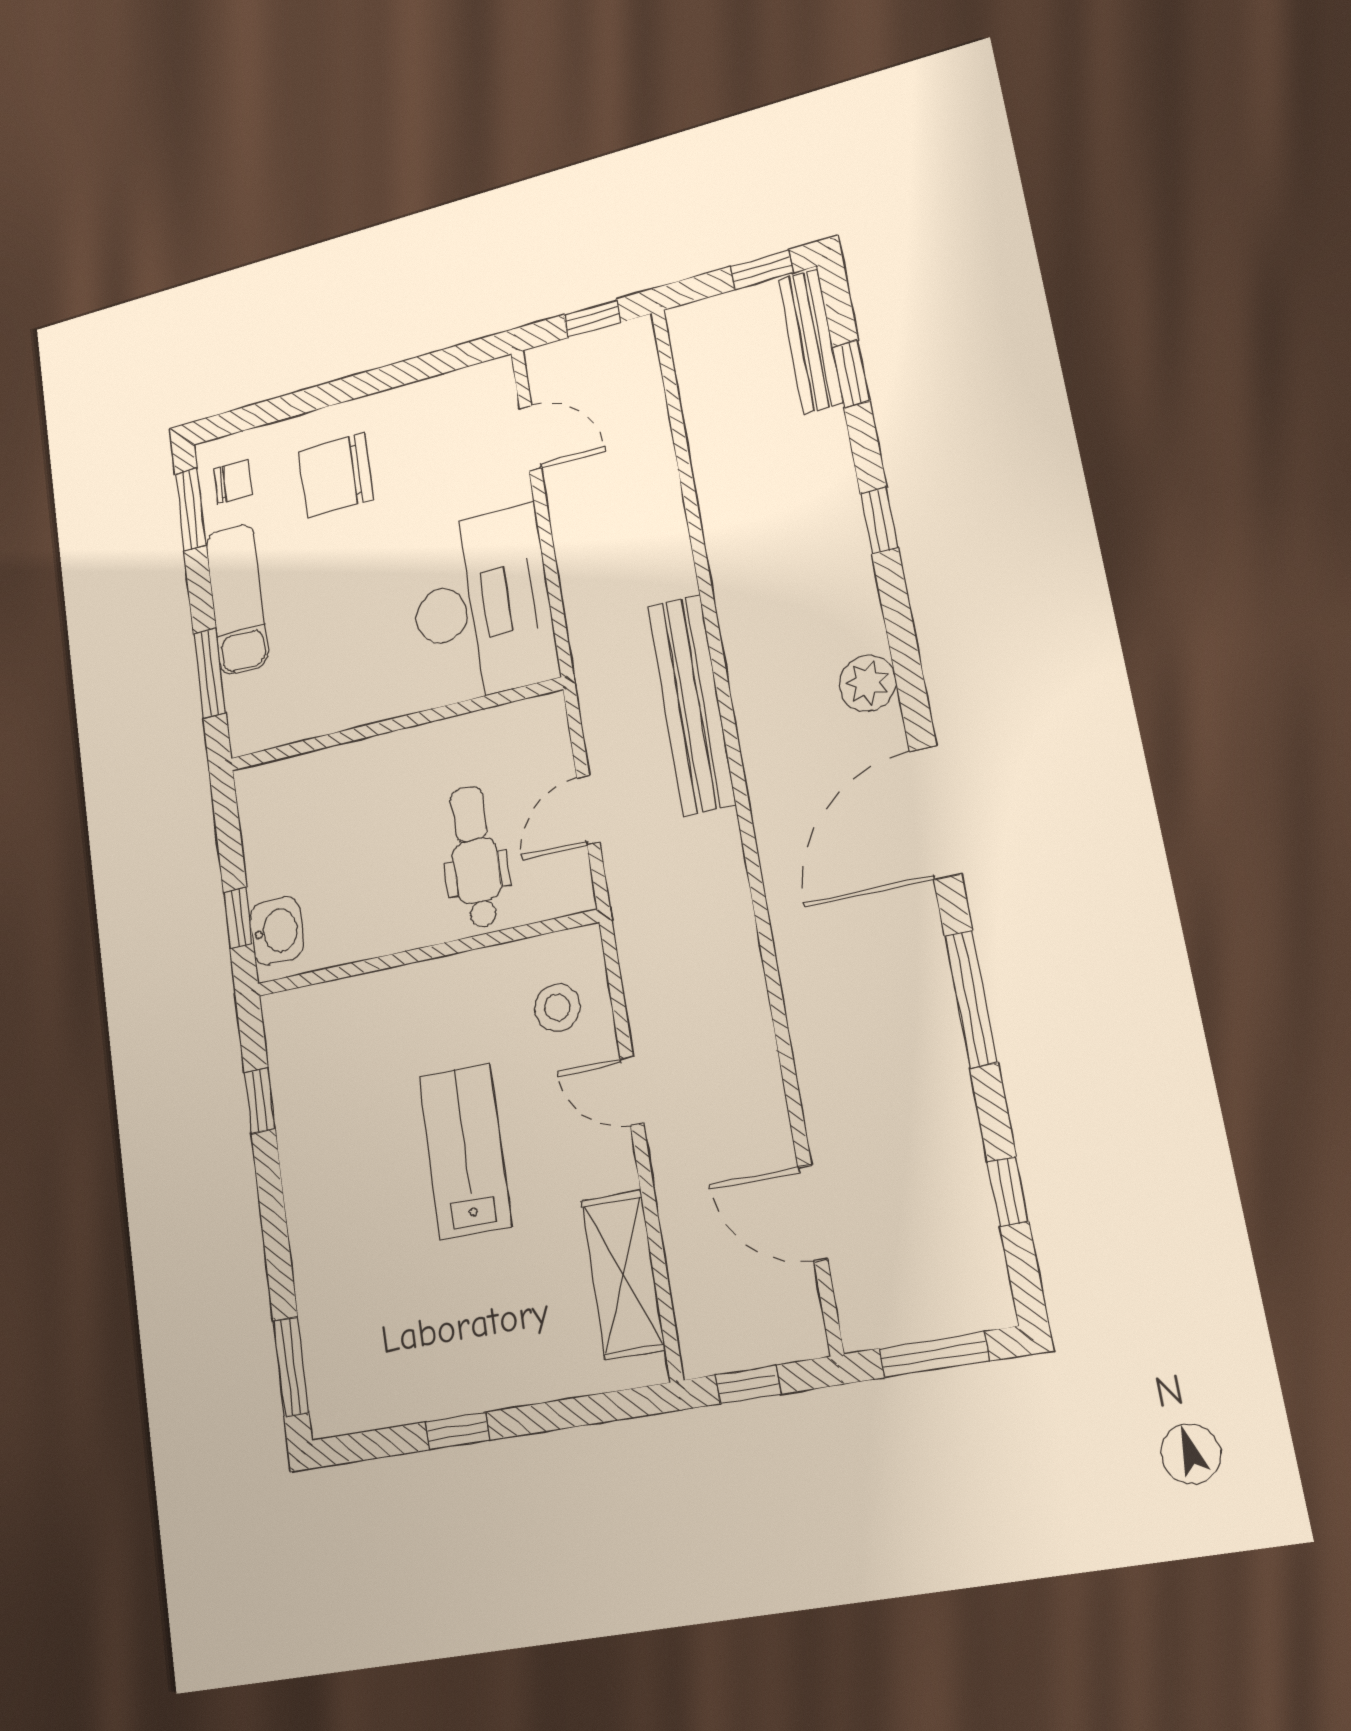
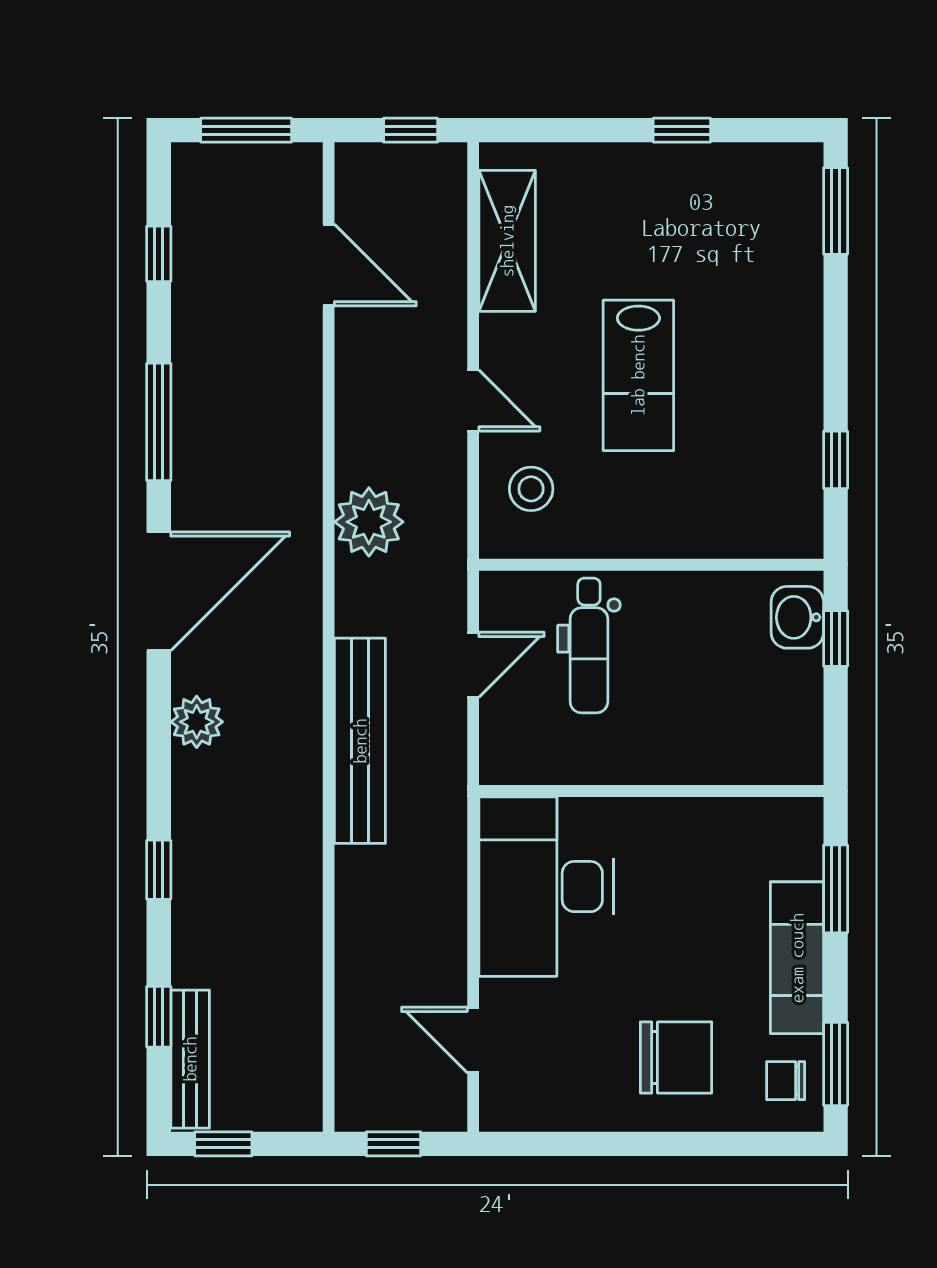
plant: (721, 936) -> (369, 522), added

